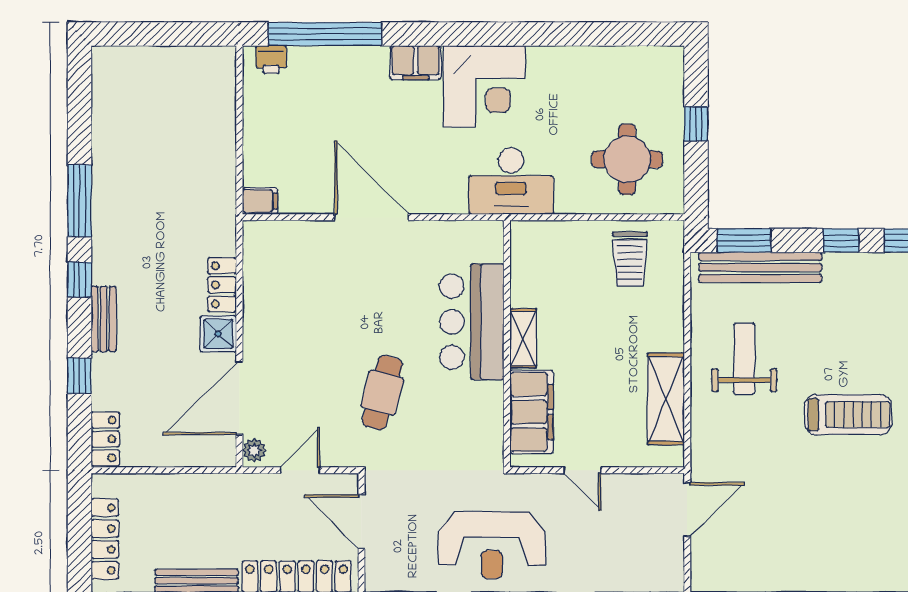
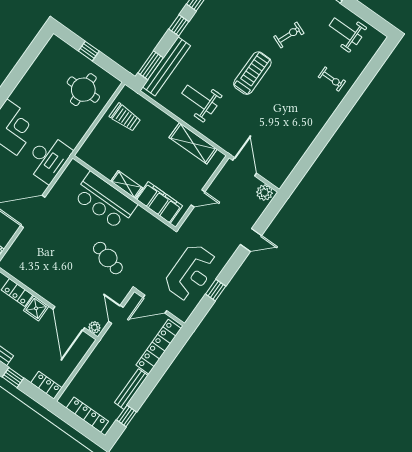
desk: (511, 181) -> (48, 158), moved
reception desk: (492, 545) -> (191, 273), moved
plant: (668, 571) -> (264, 193), added

